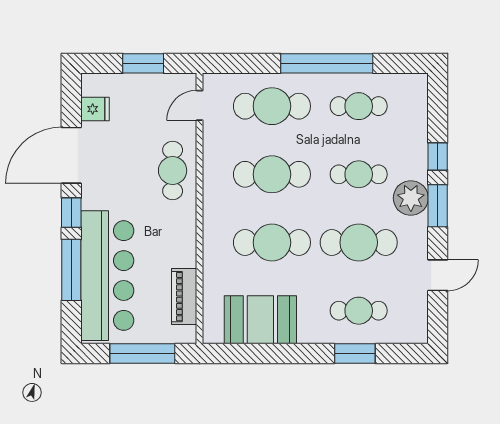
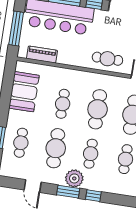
cafe table: (272, 242) -> (63, 104), width x0.73, depth x0.74

